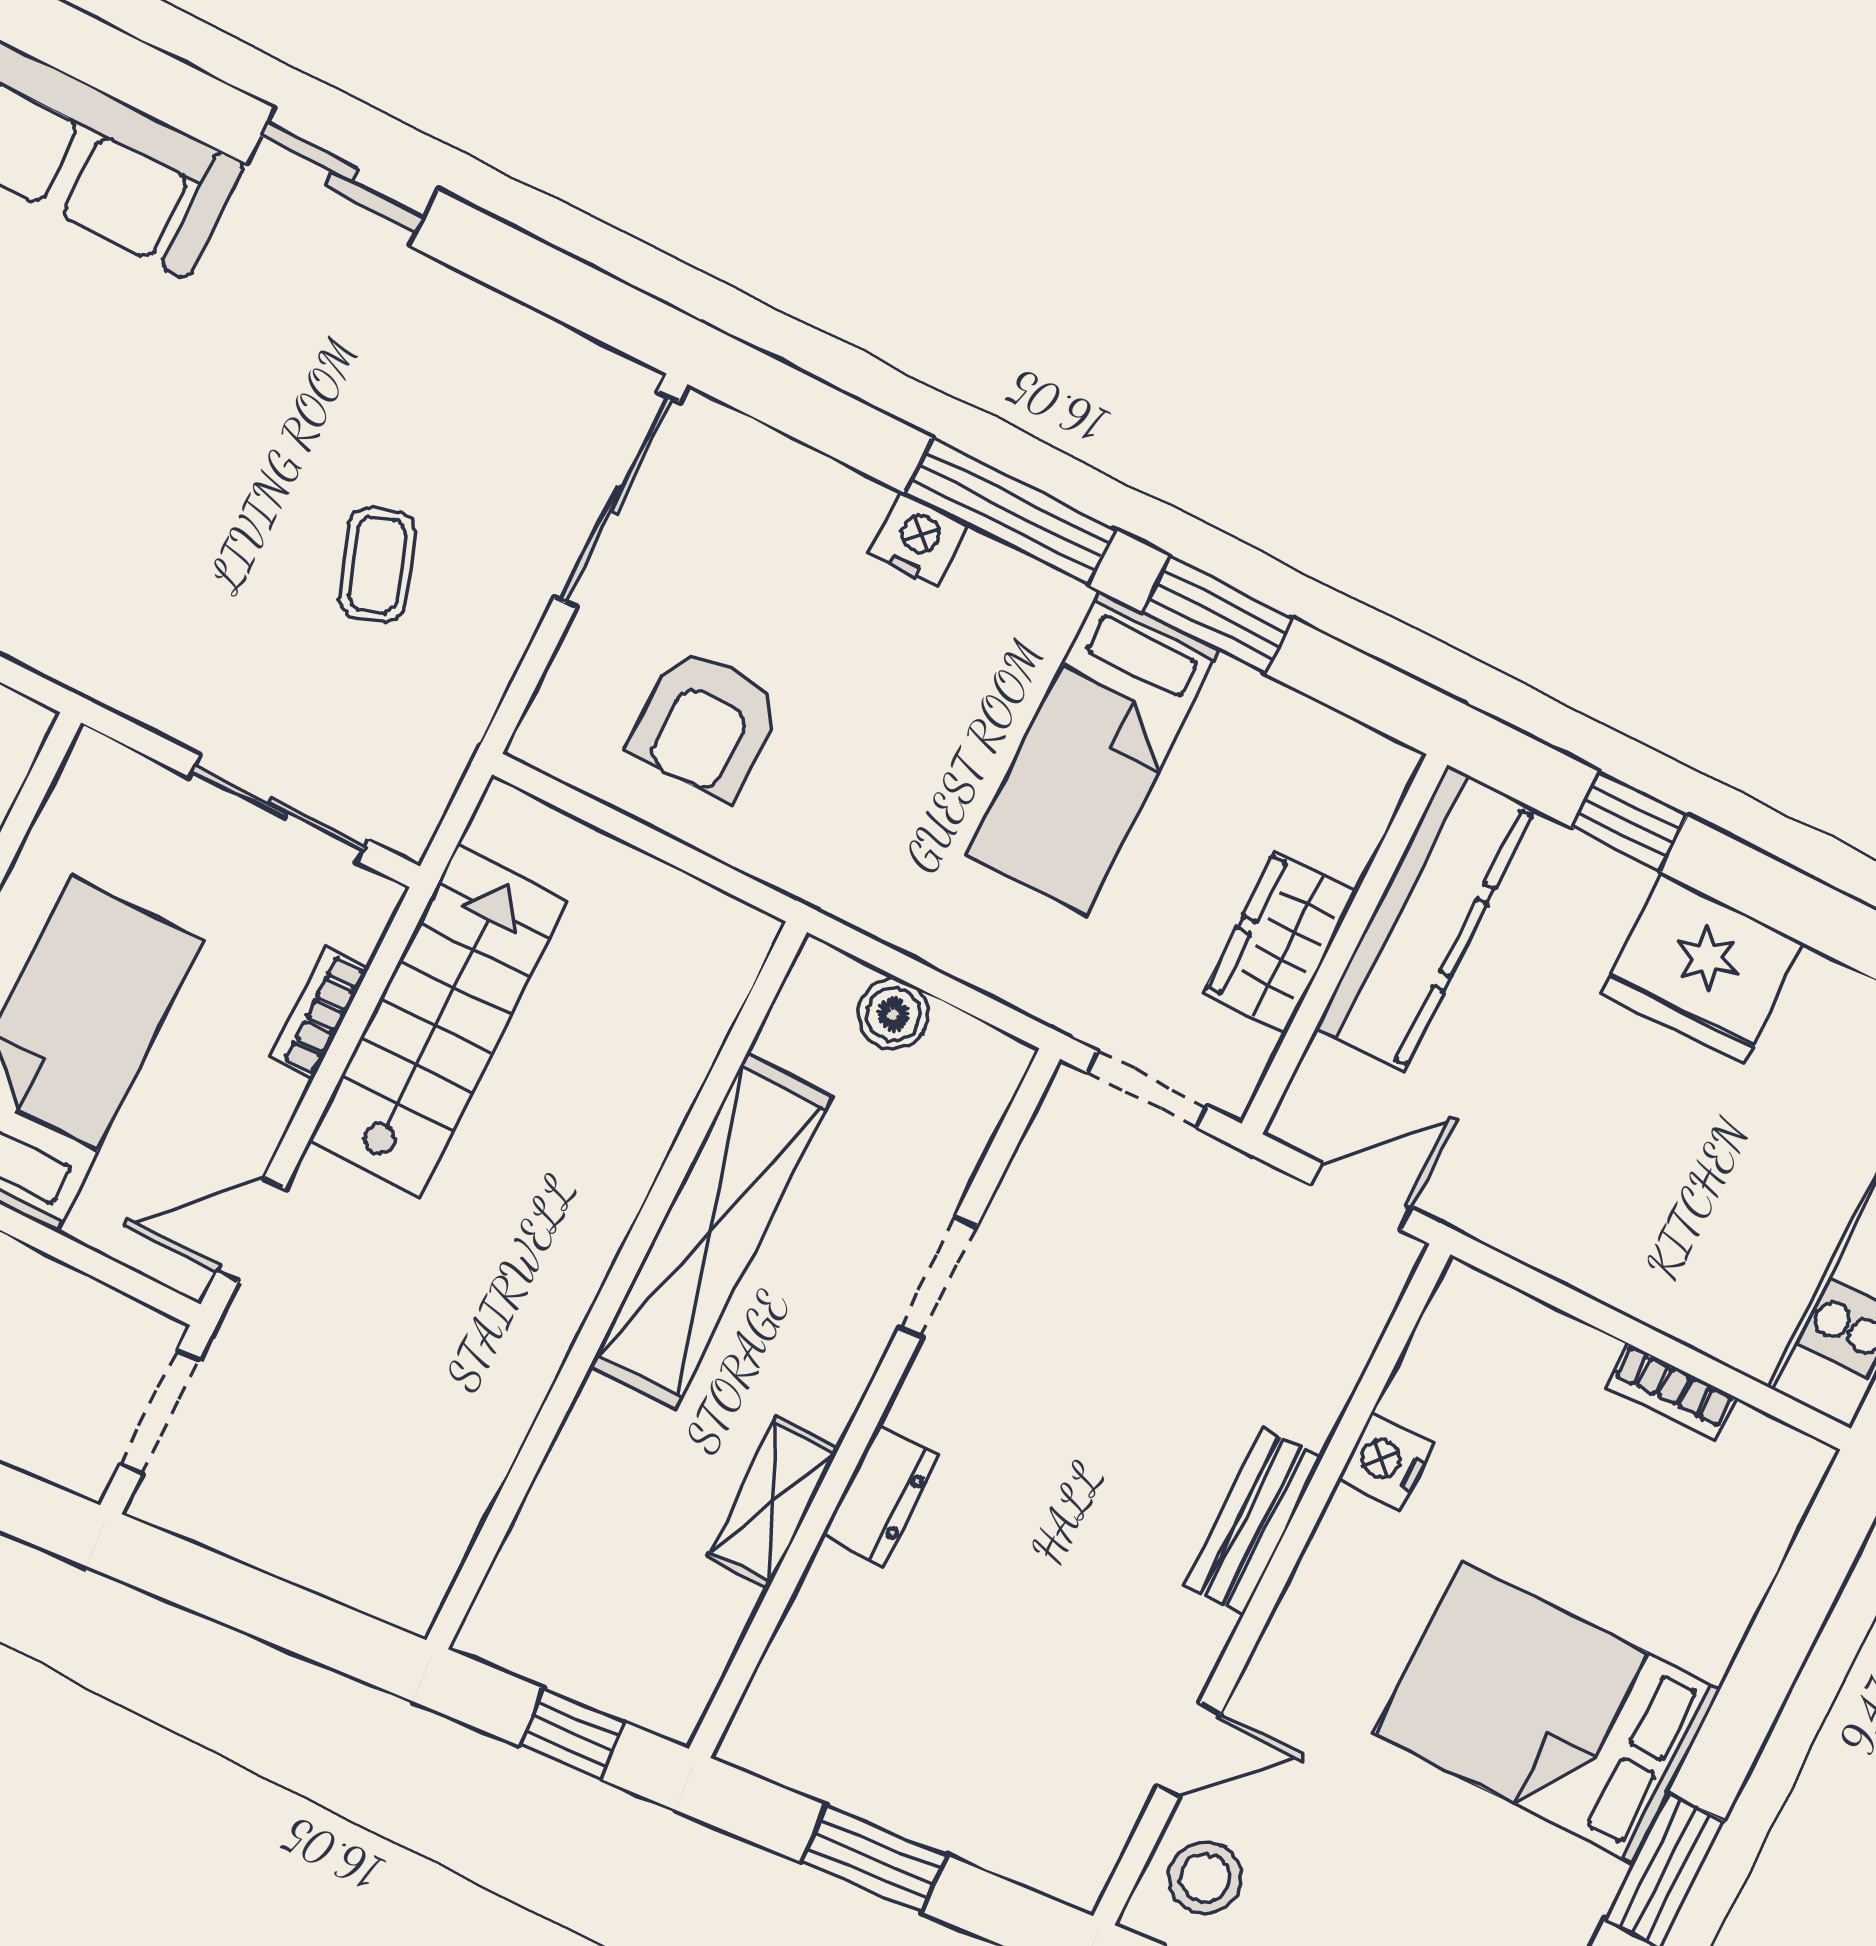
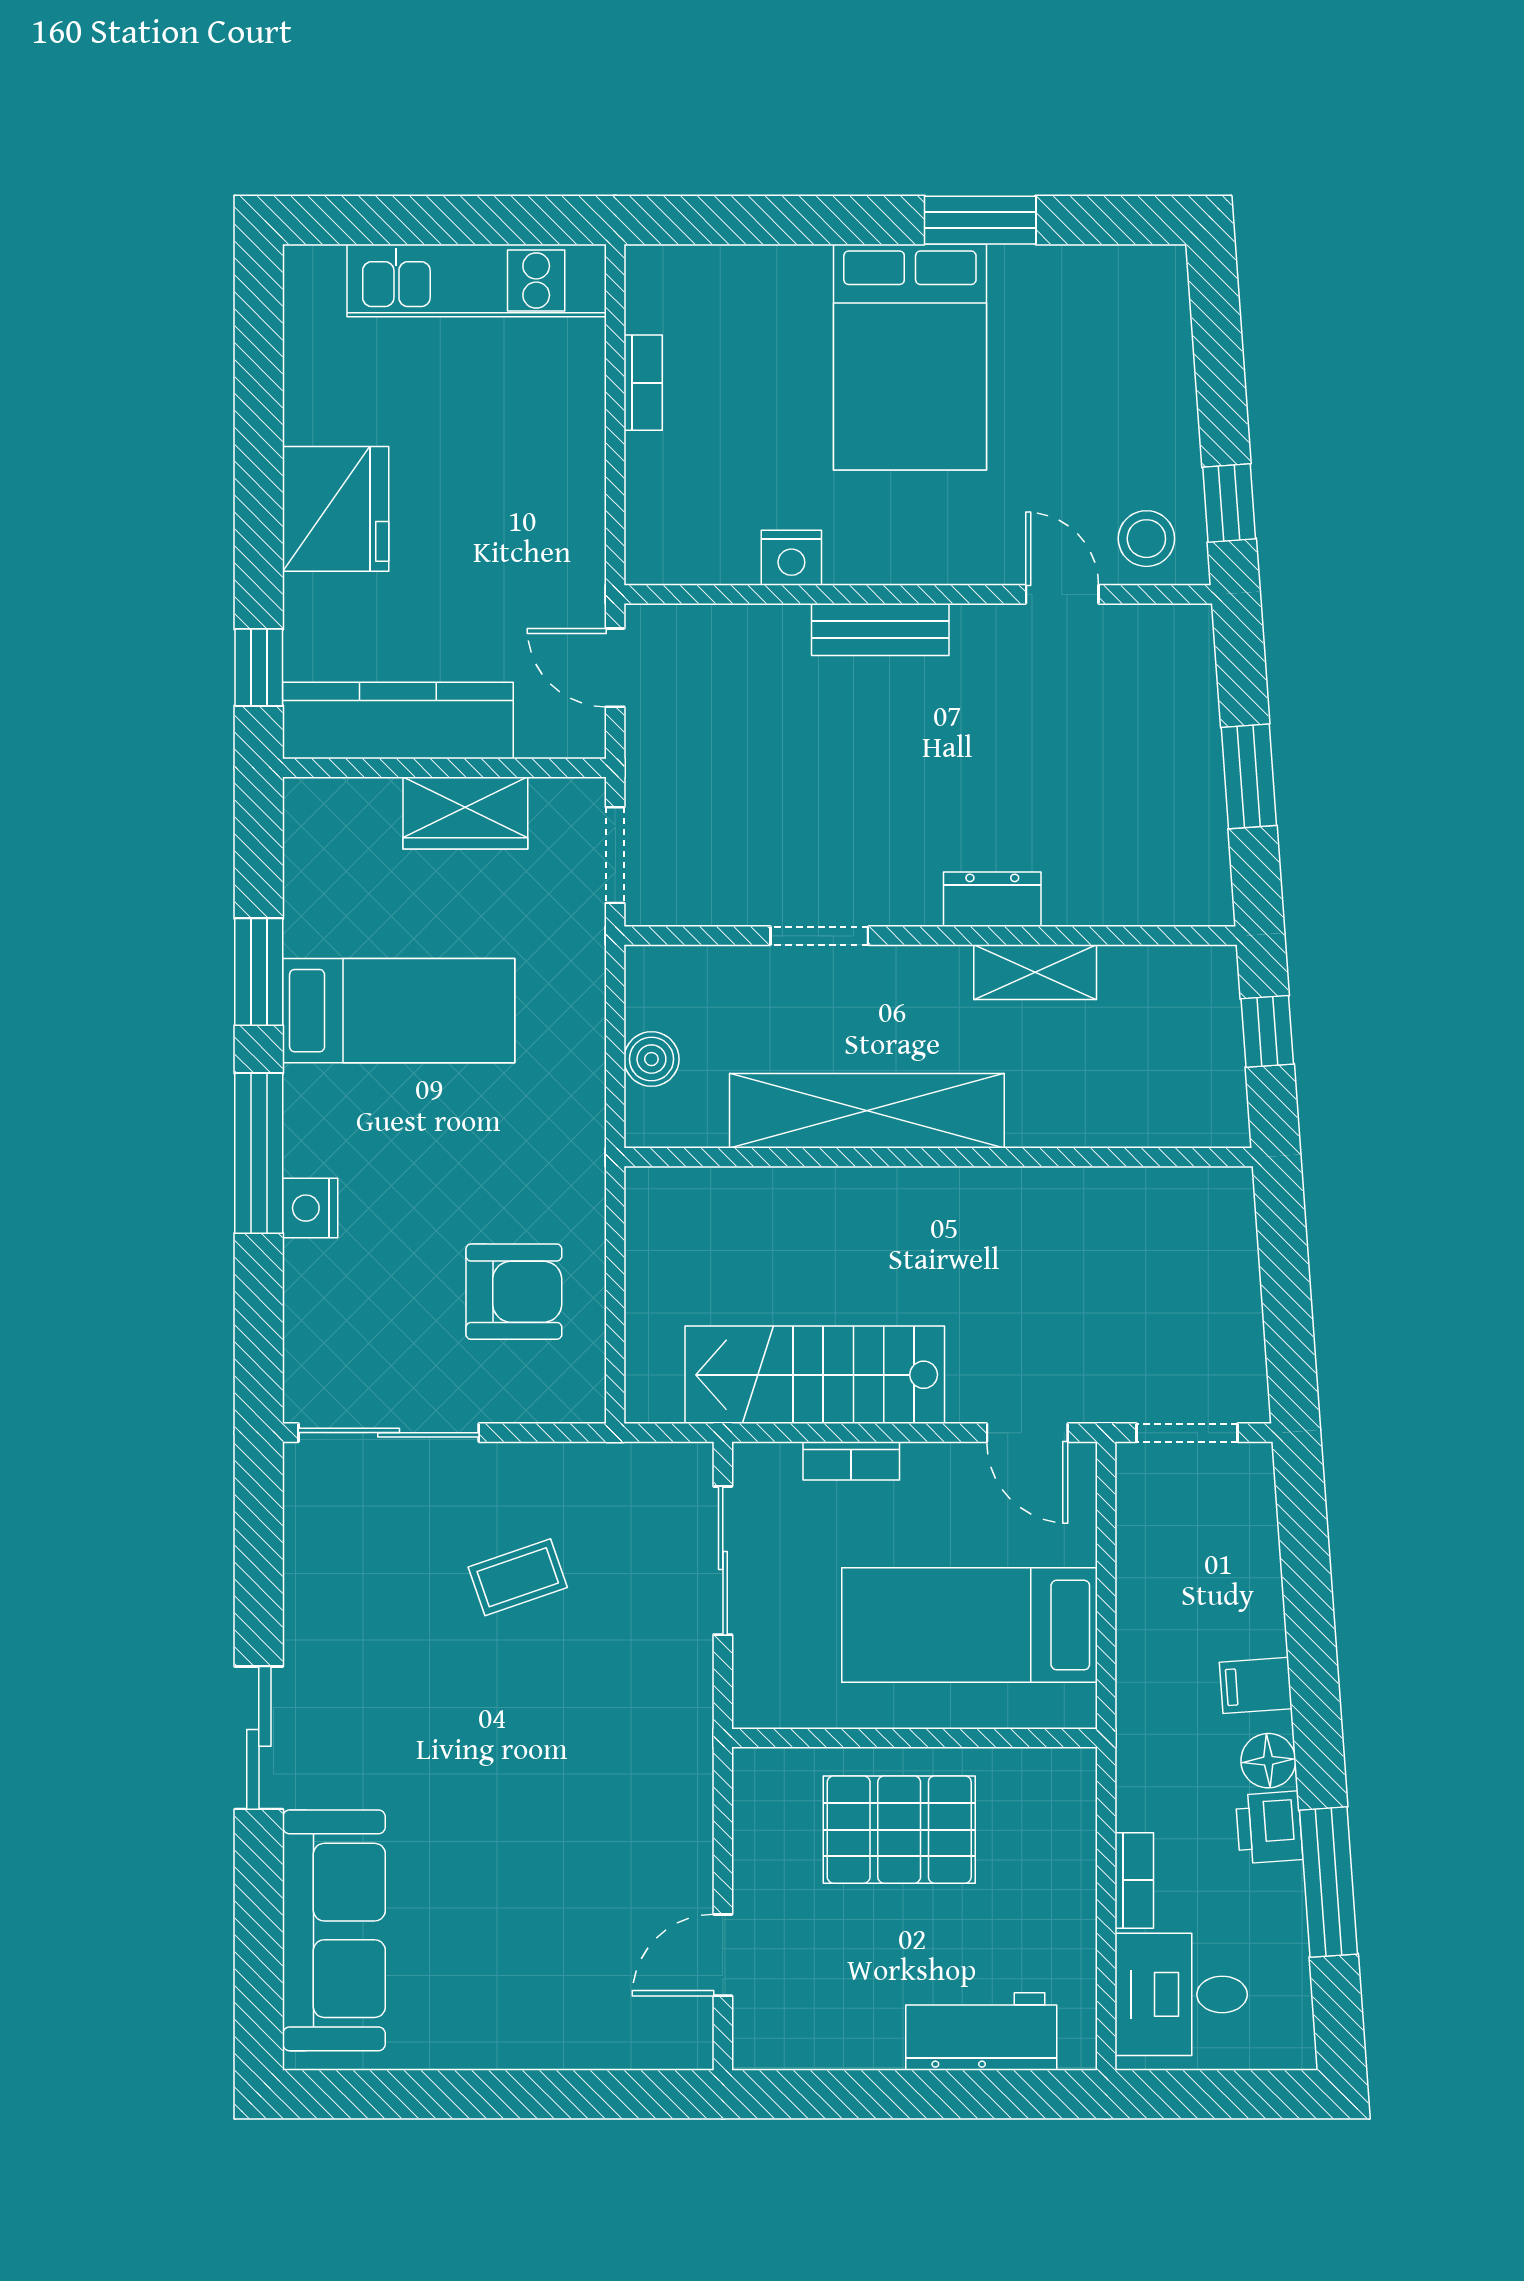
window: (1630, 822) -> (259, 667), moved

